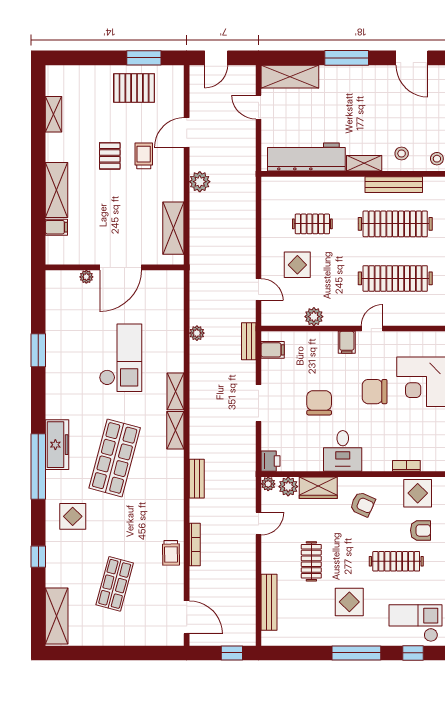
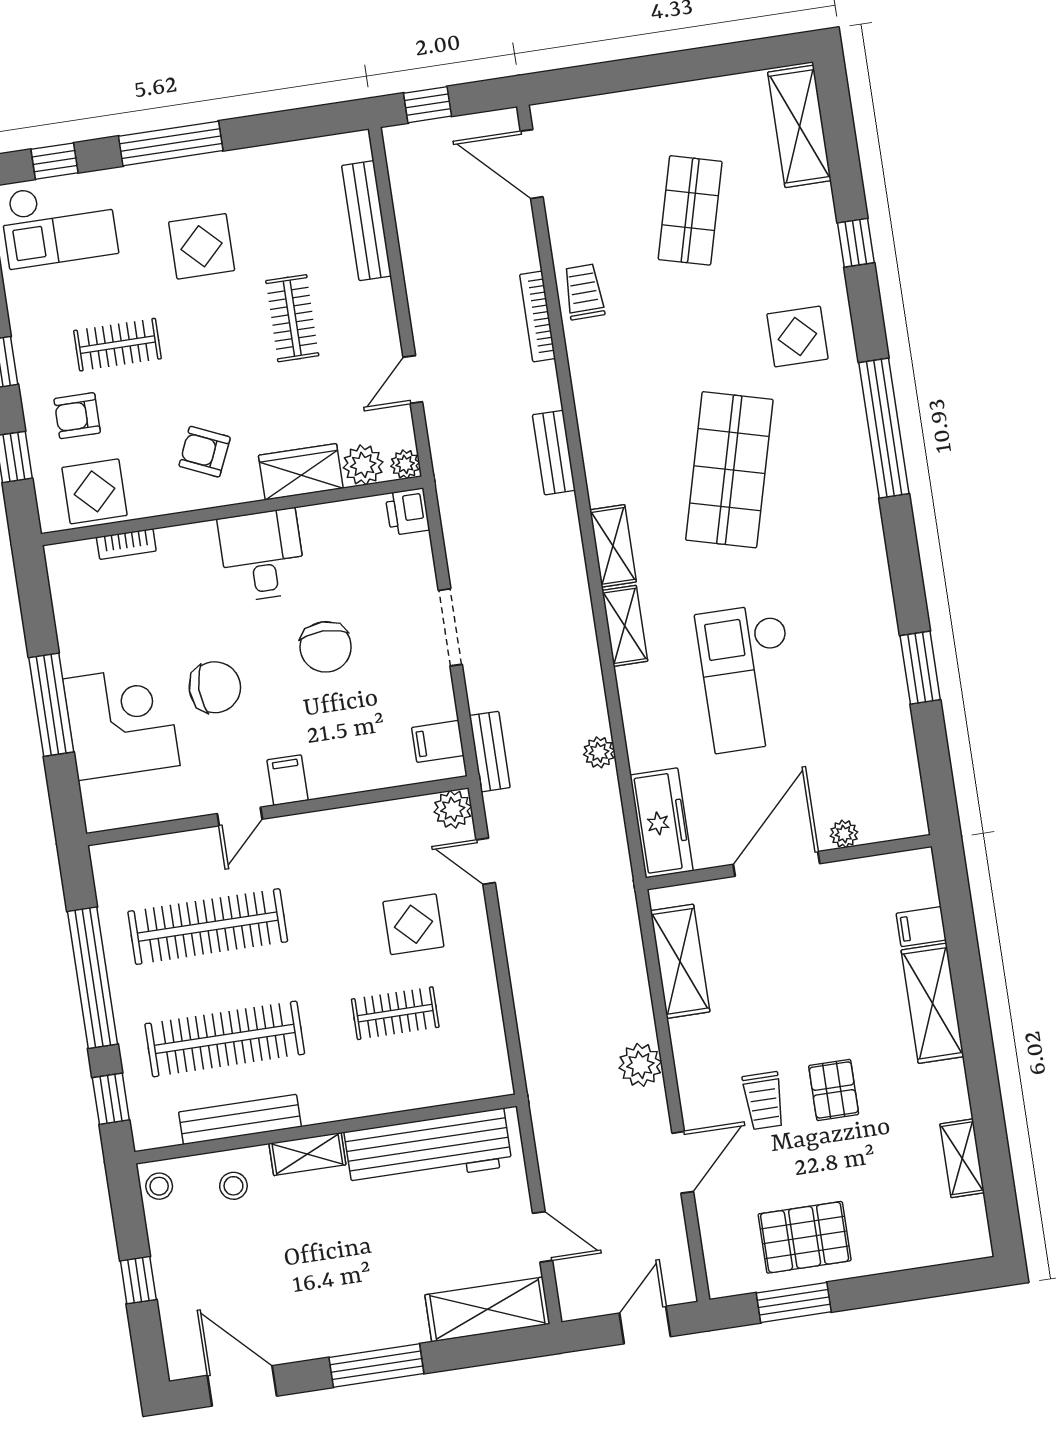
plant: (314, 317) -> (453, 809), moved
freezer: (57, 445) -> (661, 823), moved, turned 180
clothes rail: (396, 561) -> (118, 345), width x0.73

